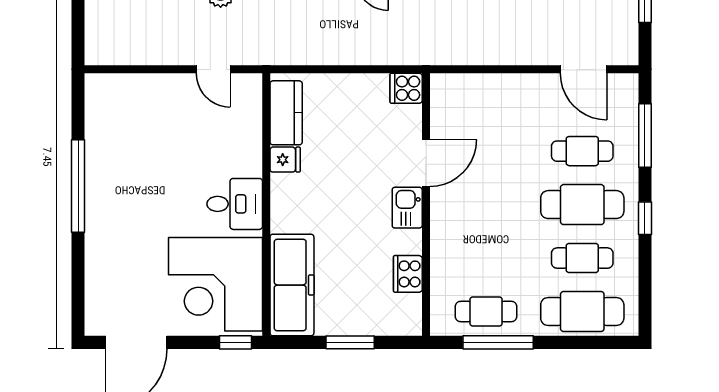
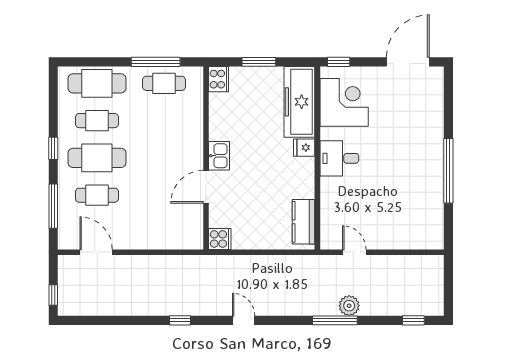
fridge: (285, 160) -> (304, 148), moved
cooker: (408, 274) -> (219, 79), moved
corner desk: (215, 284) -> (344, 102), width x0.74, depth x0.74

